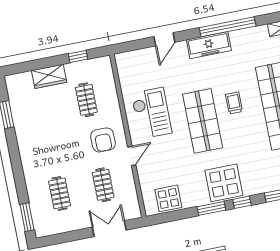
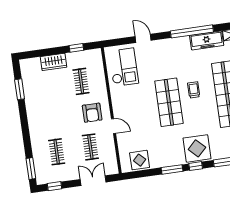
door: (164, 39) -> (143, 38), swing flipped
freezer: (209, 45) -> (207, 40), moved
checkout: (151, 113) -> (124, 67), moved
door: (132, 156) -> (113, 126), hinge flipped
display table: (224, 183) -> (197, 148), moved
window: (59, 239) -> (54, 186), added

